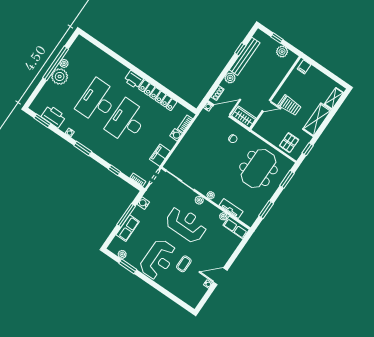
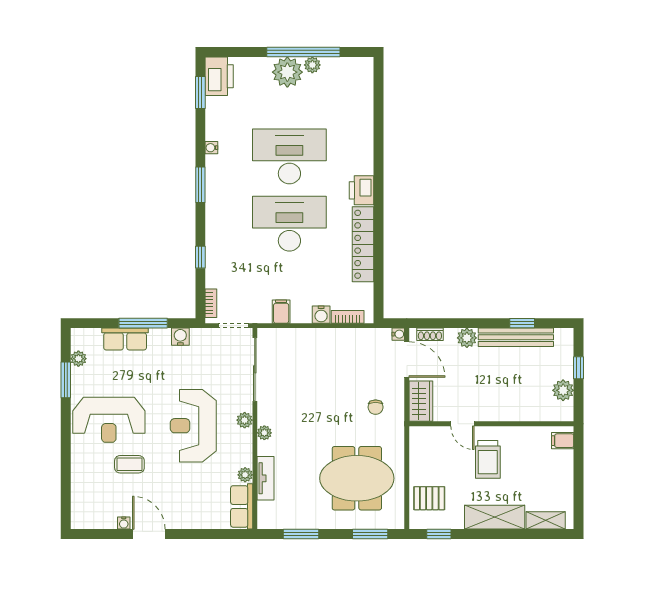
printer: (53, 116) -> (219, 76), moved
filing cabinet: (160, 155) -> (281, 312), width x0.50
reception desk: (186, 224) -> (193, 426), turned 180

